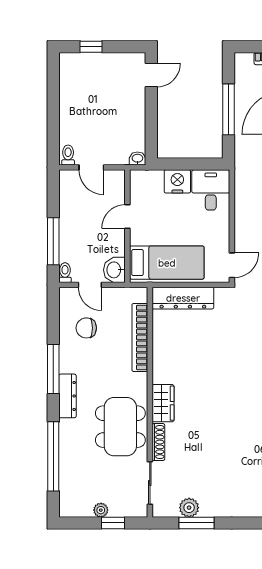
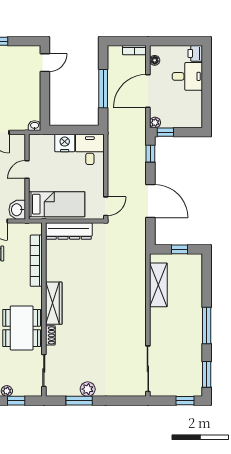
wardrobe: (163, 403) -> (54, 303), width x1.50
shoe rack: (158, 442) -> (50, 335), width x0.70
plant: (189, 508) -> (88, 389), moved

